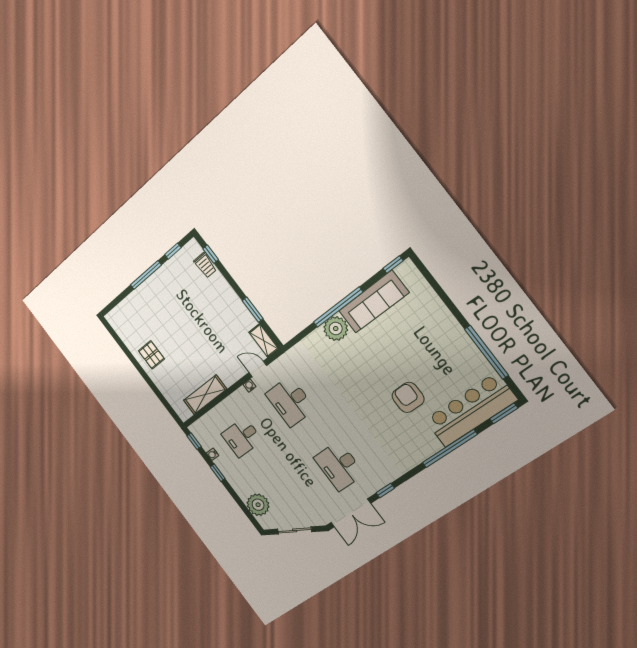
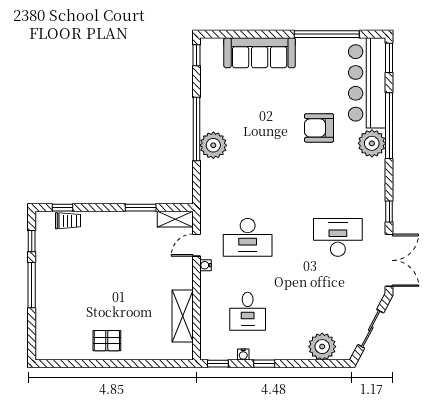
sofa: (374, 302) -> (260, 53), moved, turned 90
plant: (426, 445) -> (372, 143), added
desk: (339, 466) -> (338, 237), turned 180

